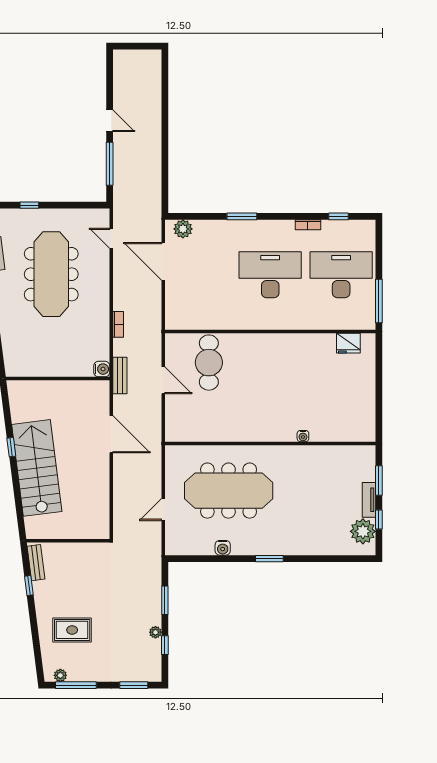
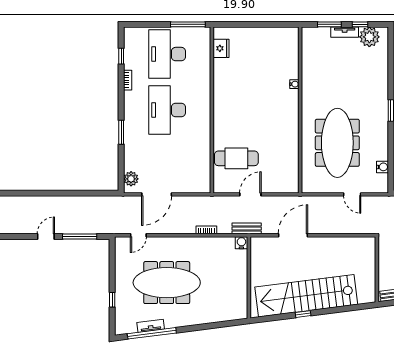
stairs: (37, 468) -> (306, 296), width x1.36
water cooler: (223, 548) -> (382, 167), moved

